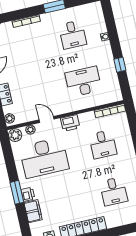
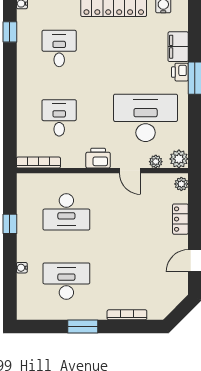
desk: (73, 35) -> (66, 281), width x1.37

